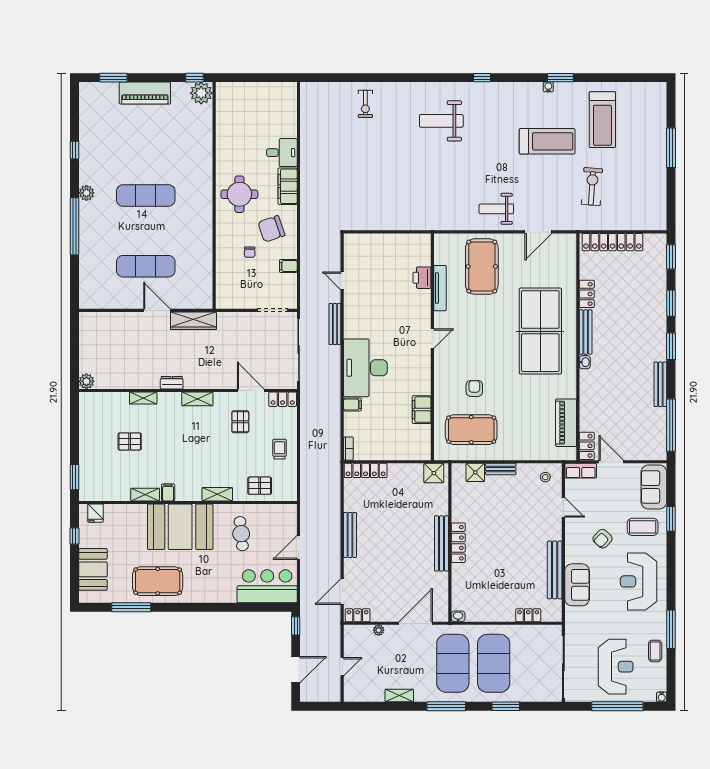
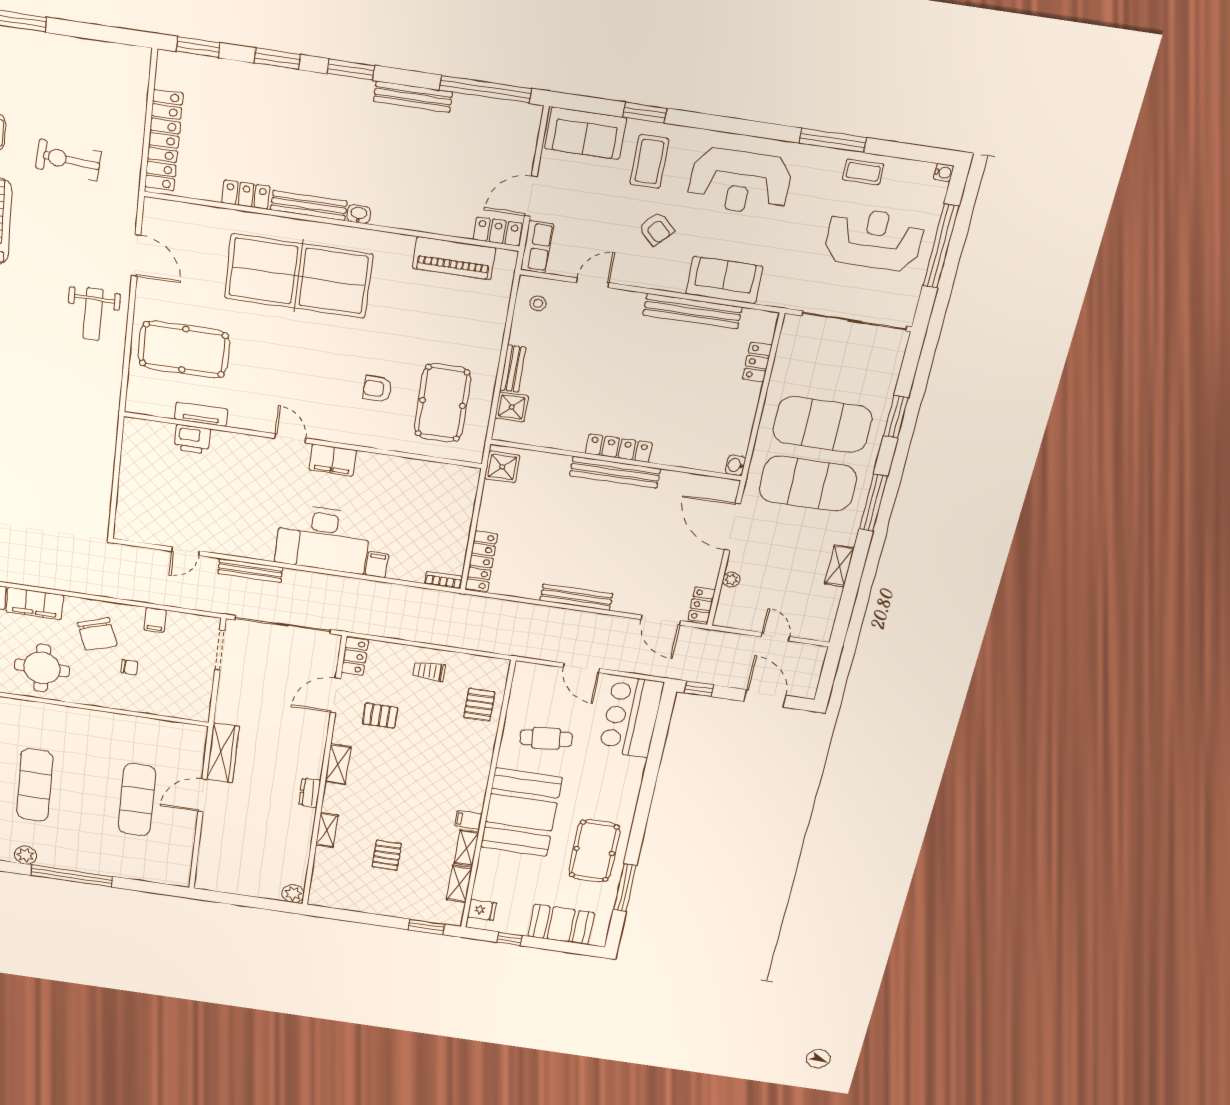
tv unit: (440, 288) -> (201, 414), width x0.71
filing cabinet: (422, 410) -> (333, 460), moved
shelving: (217, 494) -> (459, 884), moved

